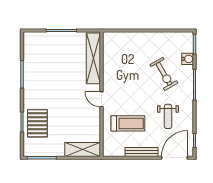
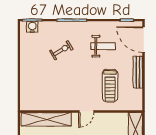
water cooler: (188, 59) -> (32, 27), moved
exercise bike: (164, 74) -> (61, 50), width x0.73, depth x0.72
treadmill: (128, 123) -> (110, 86), turned 180

